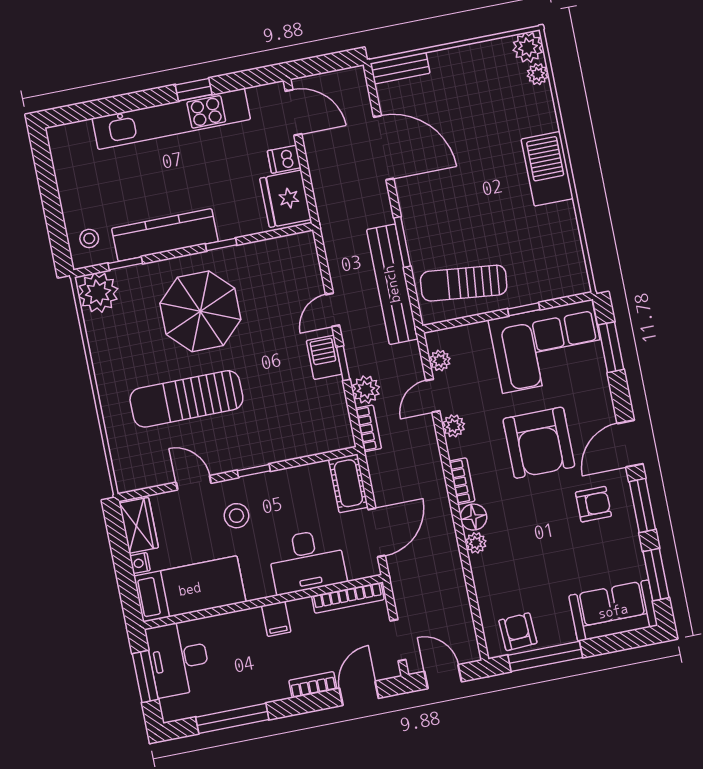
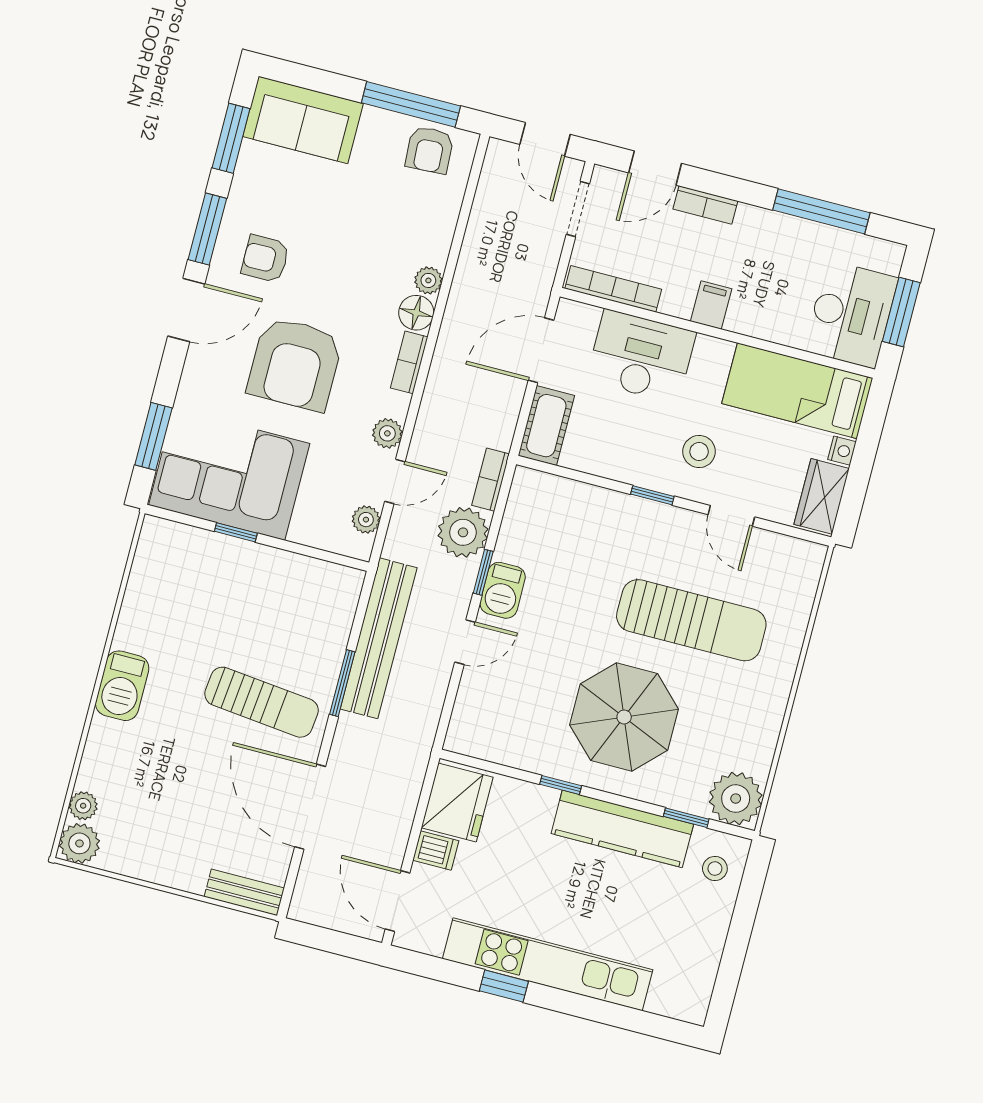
barbecue: (547, 169) -> (122, 686), width x0.73, depth x0.83
sun lounger: (464, 283) -> (262, 702), moved
plant: (366, 390) -> (463, 532), width x1.36, depth x1.36
armchair: (539, 443) -> (295, 364), turned 180

